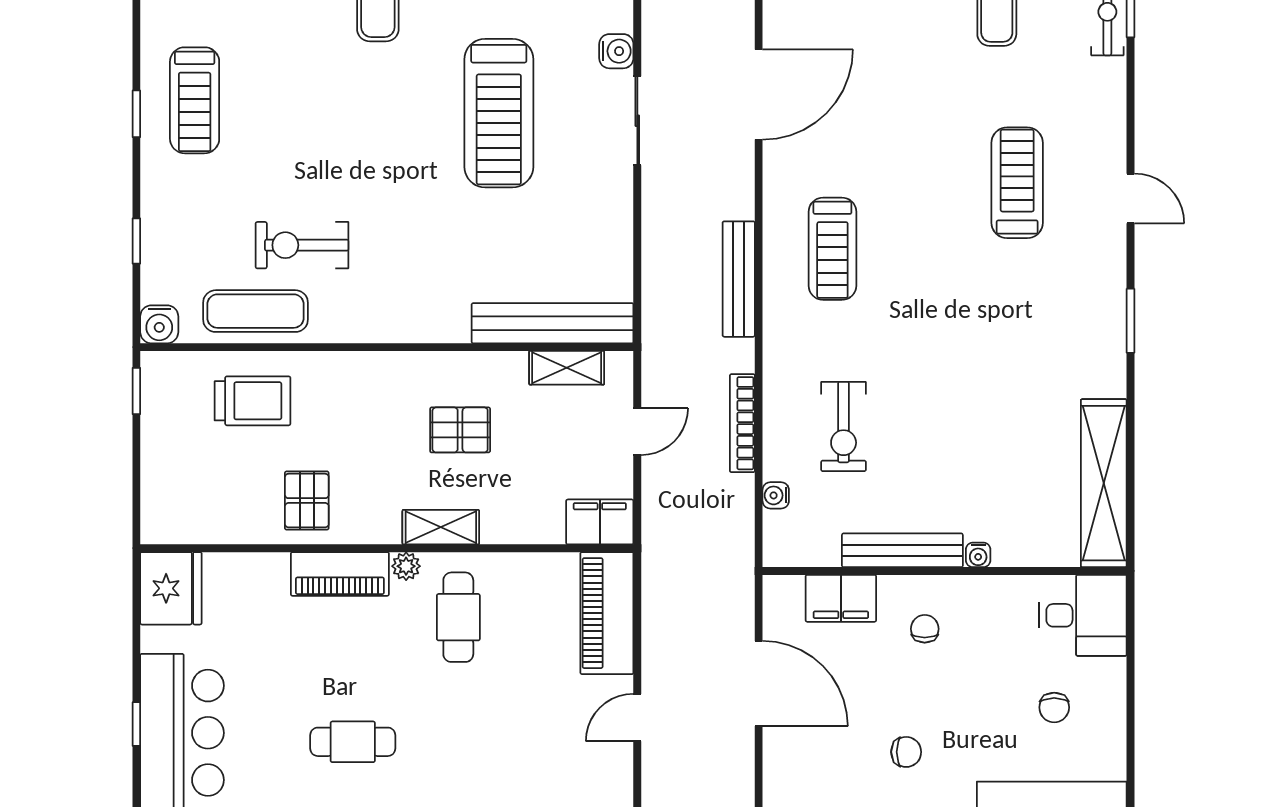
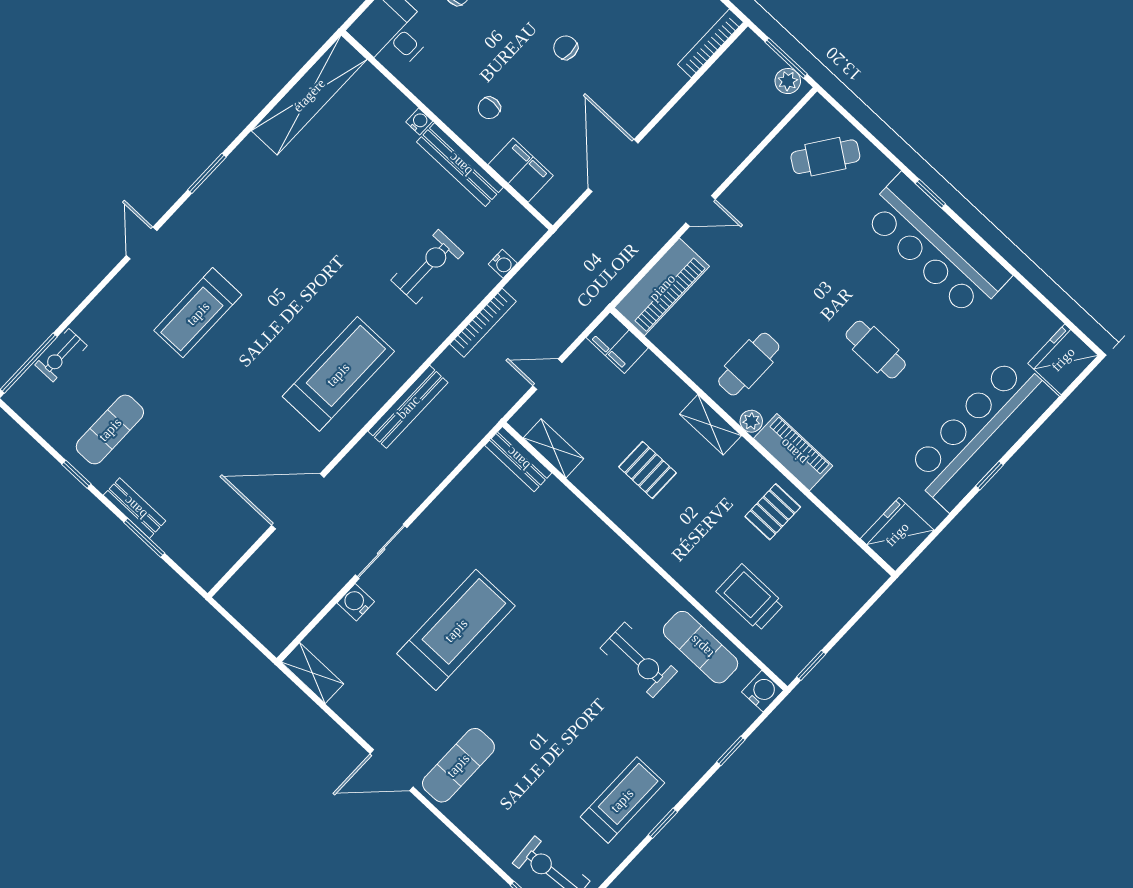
treadmill: (832, 249) -> (338, 374), width x1.37, depth x1.38
bench: (553, 323) -> (518, 459), width x0.54, depth x0.82

